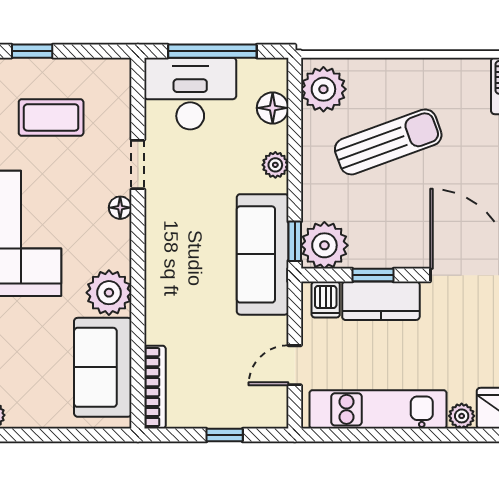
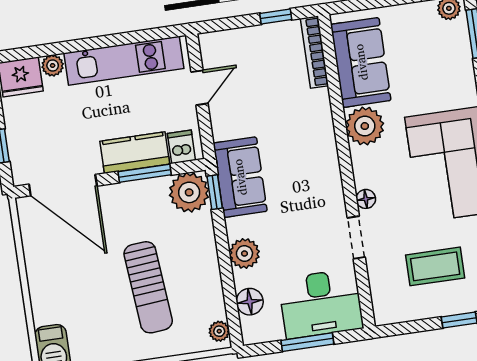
window: (212, 51) -> (307, 342), width x0.69
plant: (323, 89) -> (219, 331), width x0.53, depth x0.53
sun lounger: (388, 142) -> (148, 287), turned -75
plant: (275, 165) -> (244, 253), width x1.38, depth x1.38
sofa: (263, 254) -> (240, 177), width x0.73
window: (373, 275) -> (145, 173), width x1.50
window: (225, 435) -> (276, 17), moved

